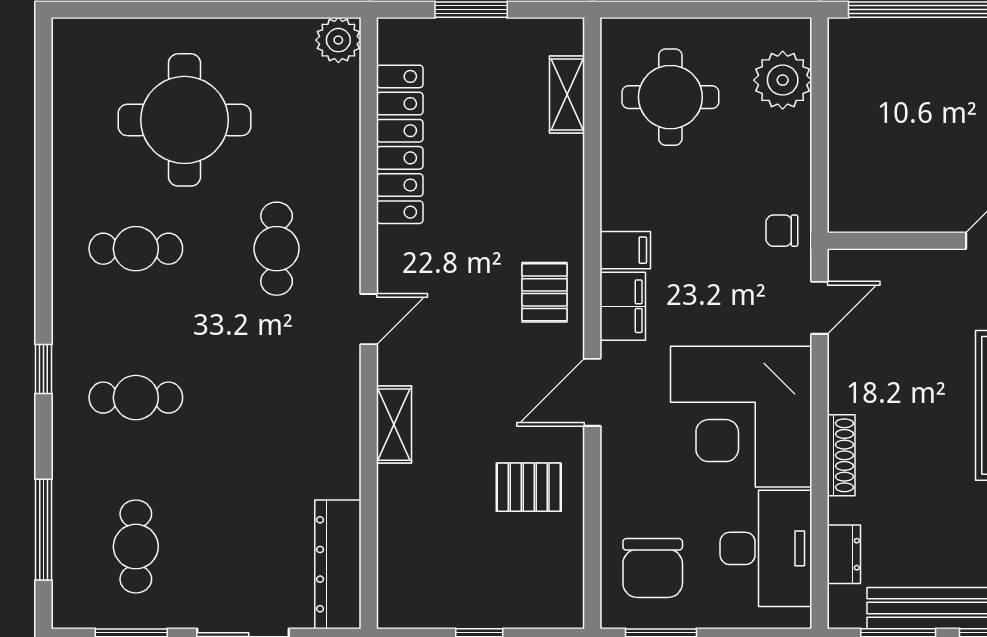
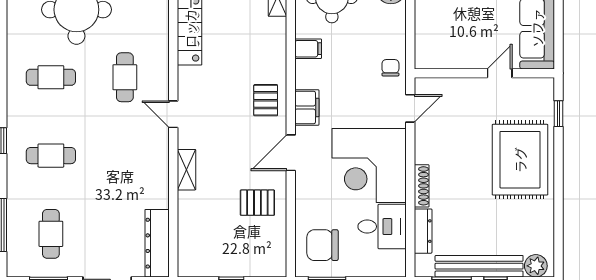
chair: (782, 231) -> (390, 68), turned 90
filing cabinet: (625, 250) -> (308, 49), moved
door: (369, 319) -> (173, 114), swing flipped
desk: (766, 548) -> (382, 227), width x0.73
dresser: (844, 554) -> (423, 231), width x1.44
chair: (653, 568) -> (323, 245), turned 90

